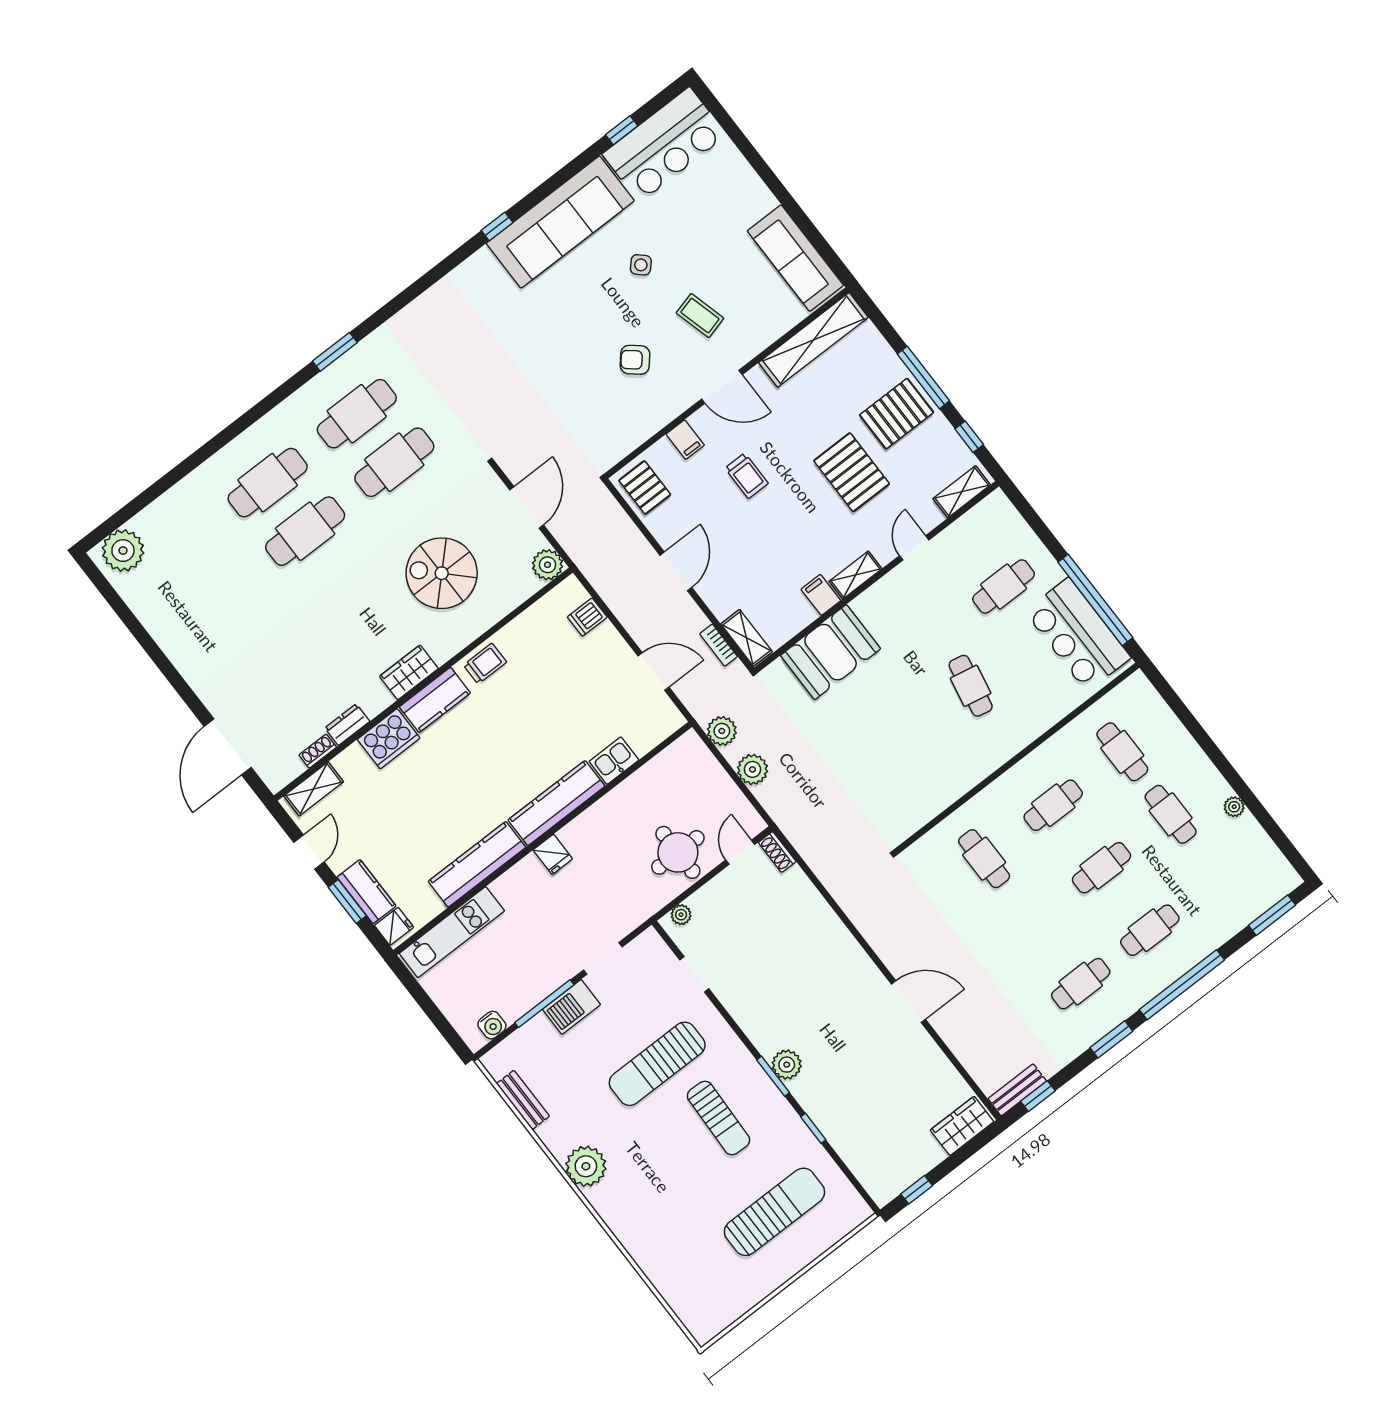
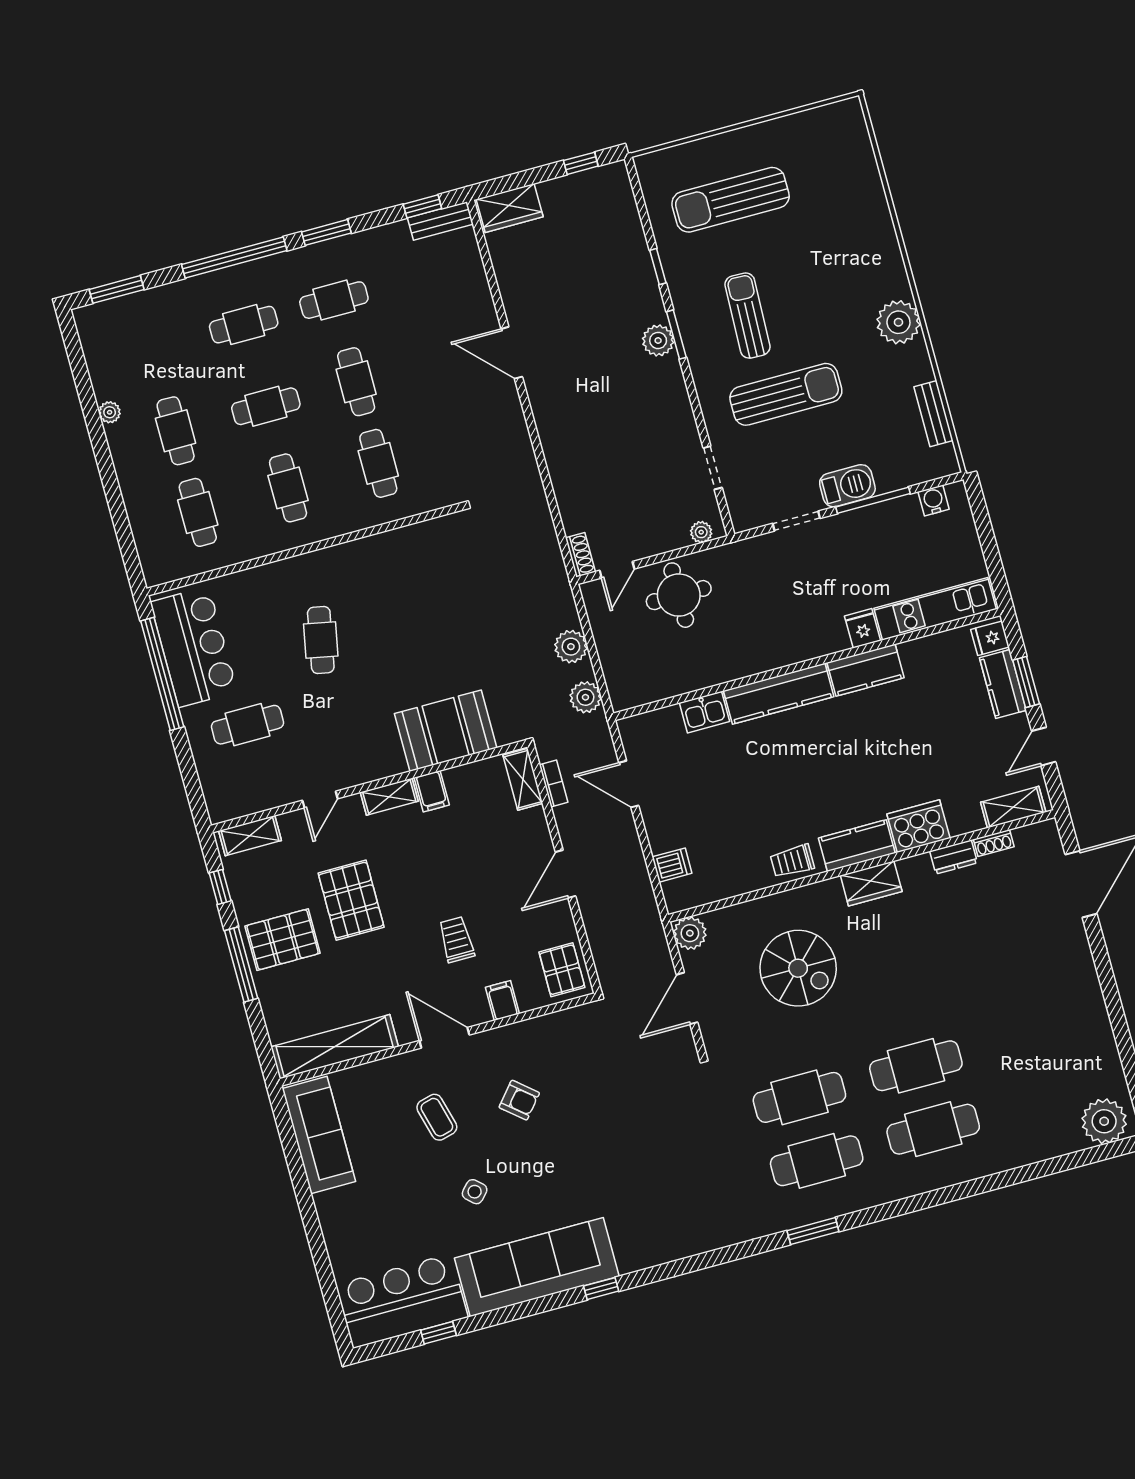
cafe table: (1053, 805) -> (288, 488), turned 90
fridge: (553, 854) -> (862, 628), moved
kitchen counter: (477, 864) -> (866, 670), width x0.67
cafe table: (1032, 921) -> (356, 382), added

